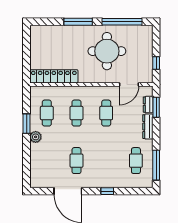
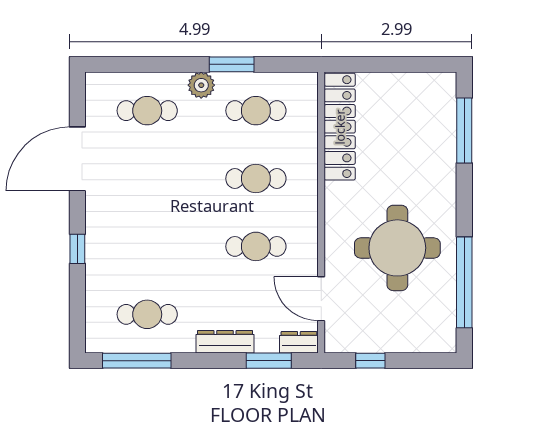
window: (78, 22) -> (464, 130), moved
dresser: (148, 105) -> (299, 342), moved
cafe table: (76, 161) -> (147, 111), moved

